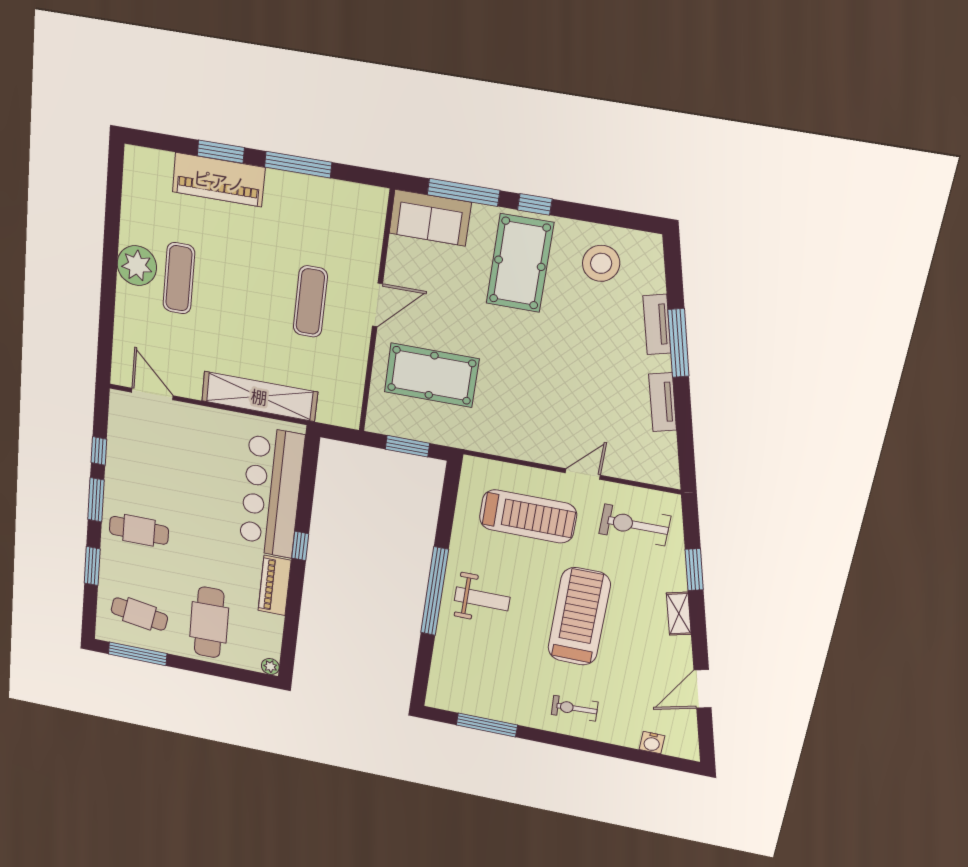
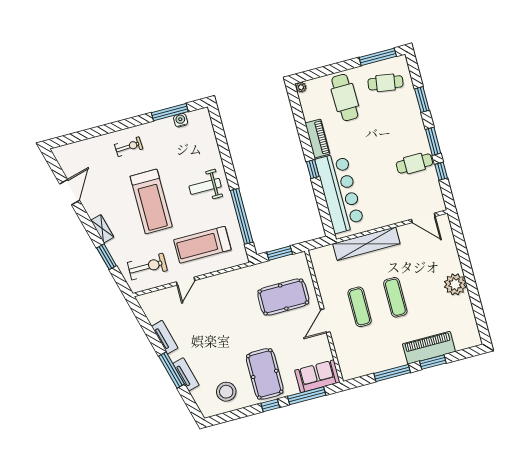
exercise mat: (179, 278) -> (395, 297), moved
cafe table: (139, 530) -> (414, 164), moved
window: (434, 591) -> (242, 216), moved
water cooler: (652, 743) -> (181, 120), moved

